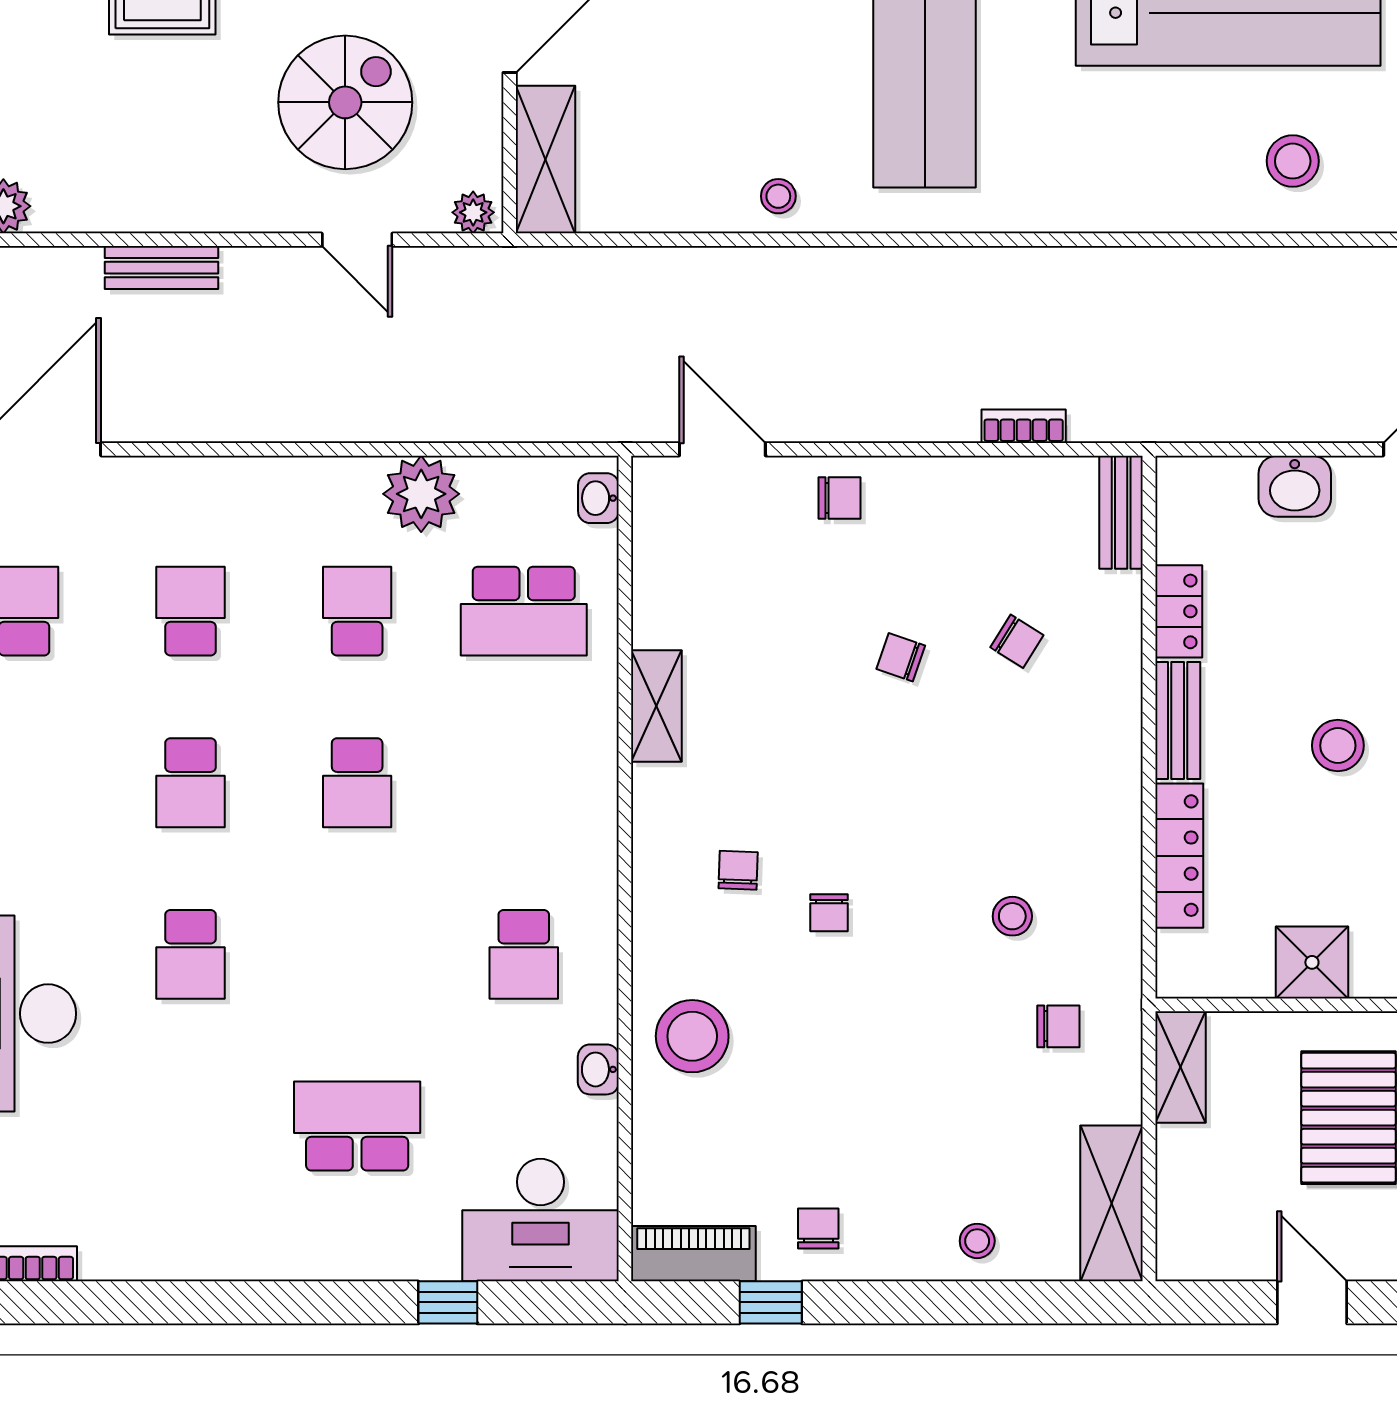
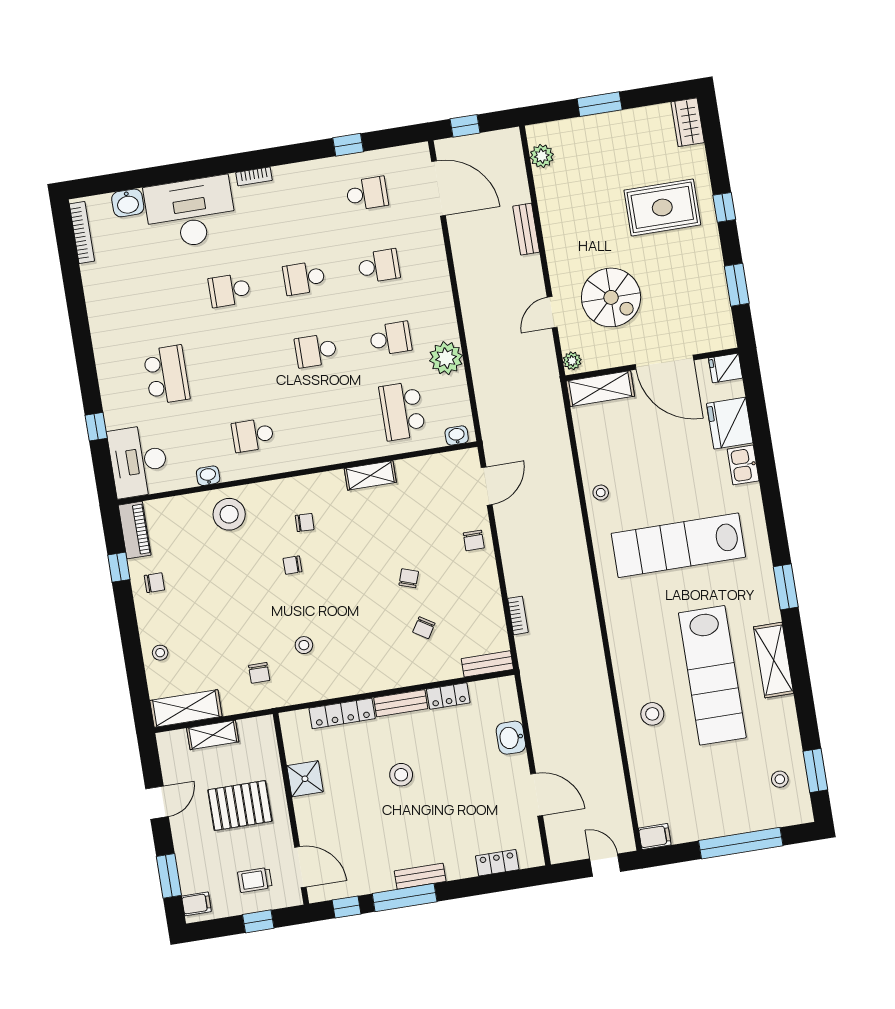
shelving: (1180, 1067) -> (213, 735), moved

